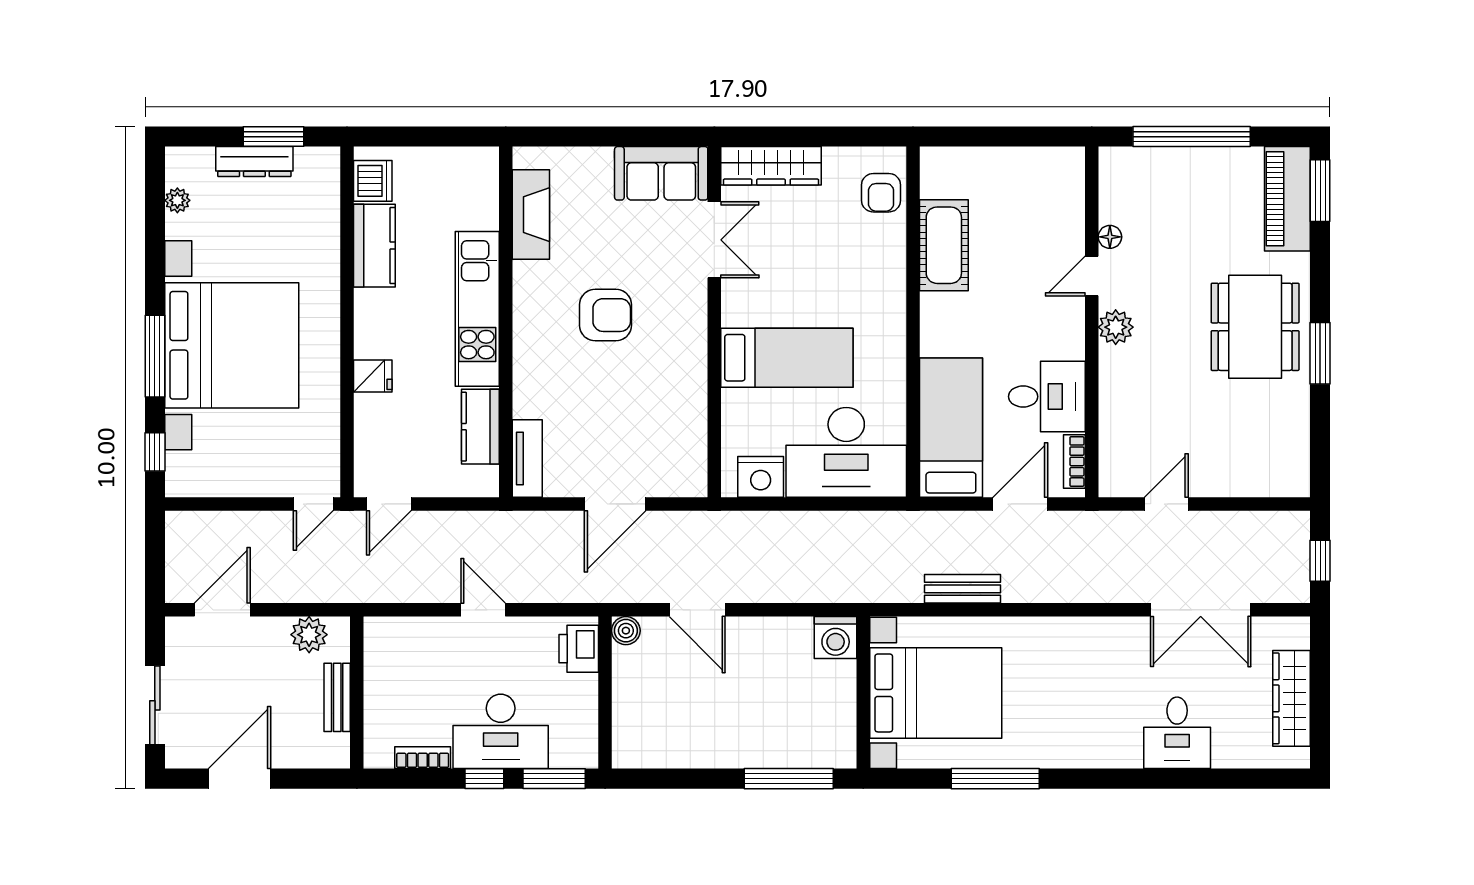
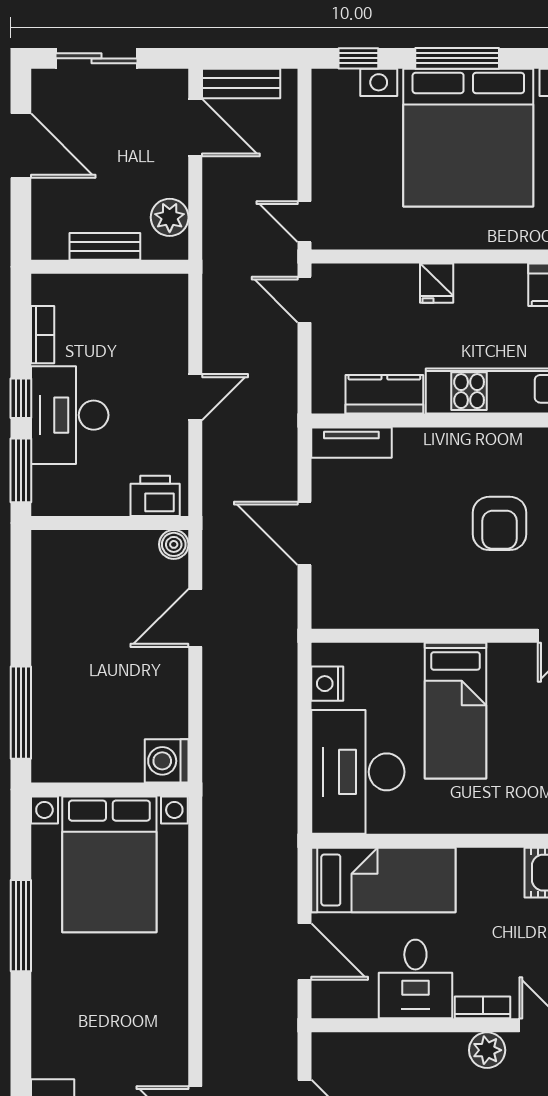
bookcase: (1074, 461) -> (483, 1007), moved
nightstand: (761, 477) -> (327, 684), width x0.74, depth x0.75
bench: (963, 589) -> (241, 83), moved, turned 90

